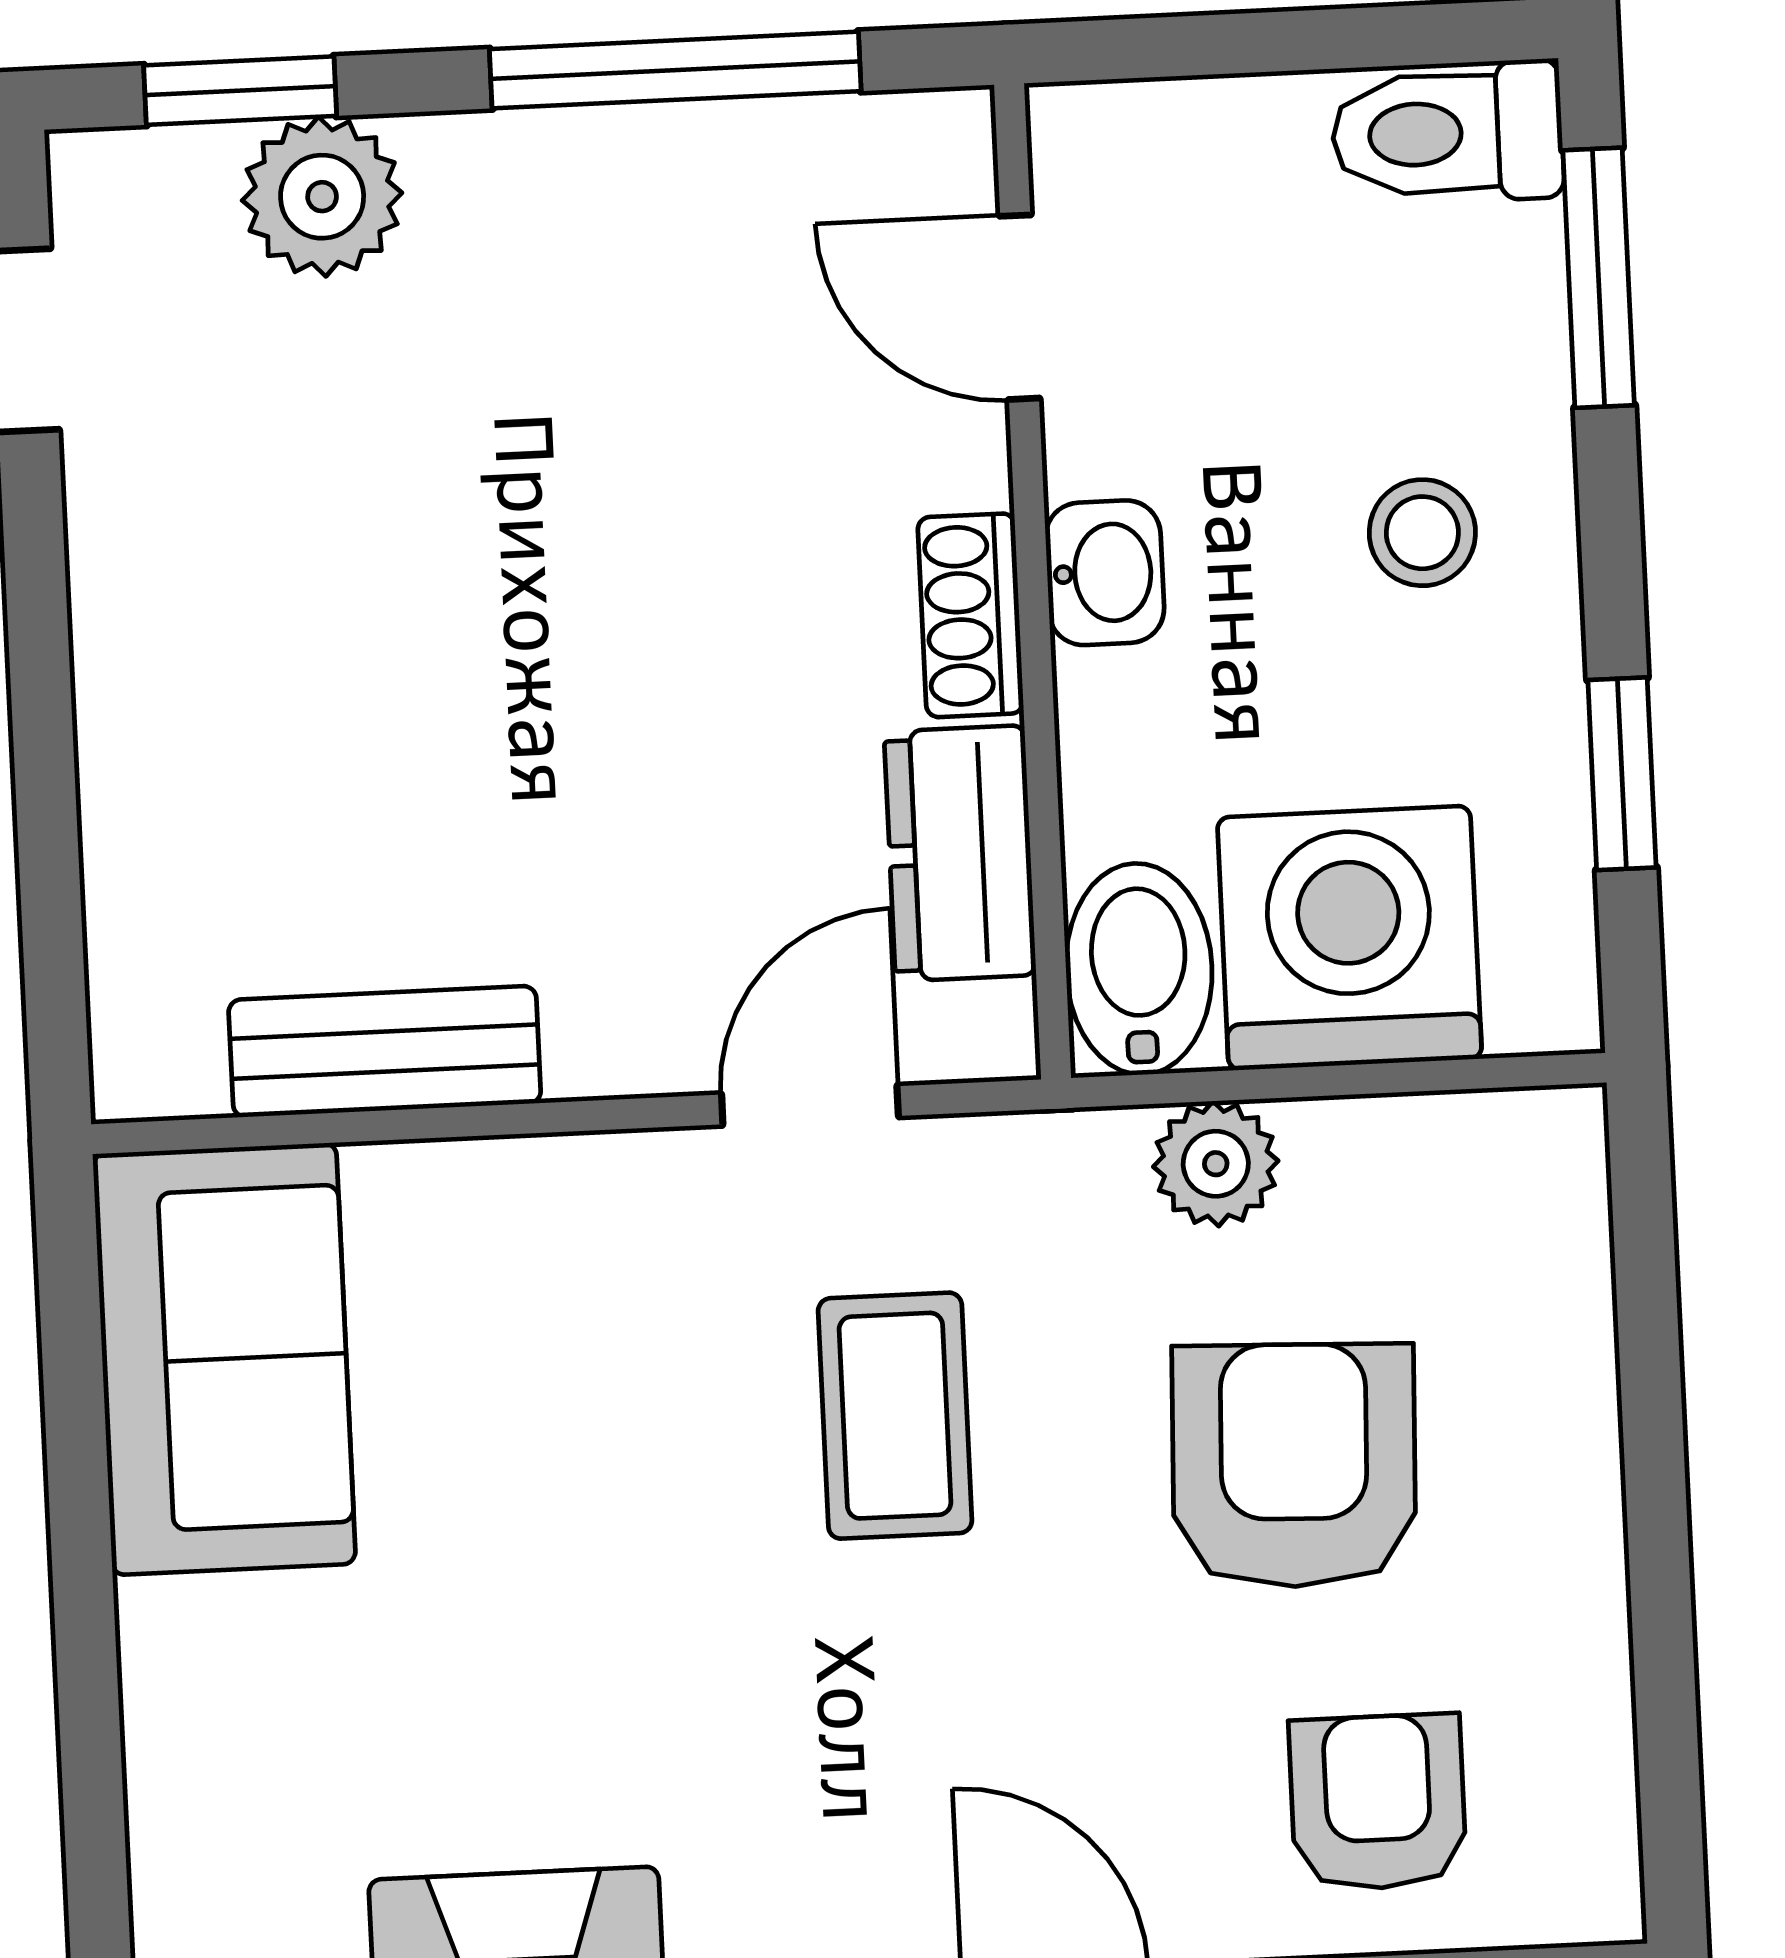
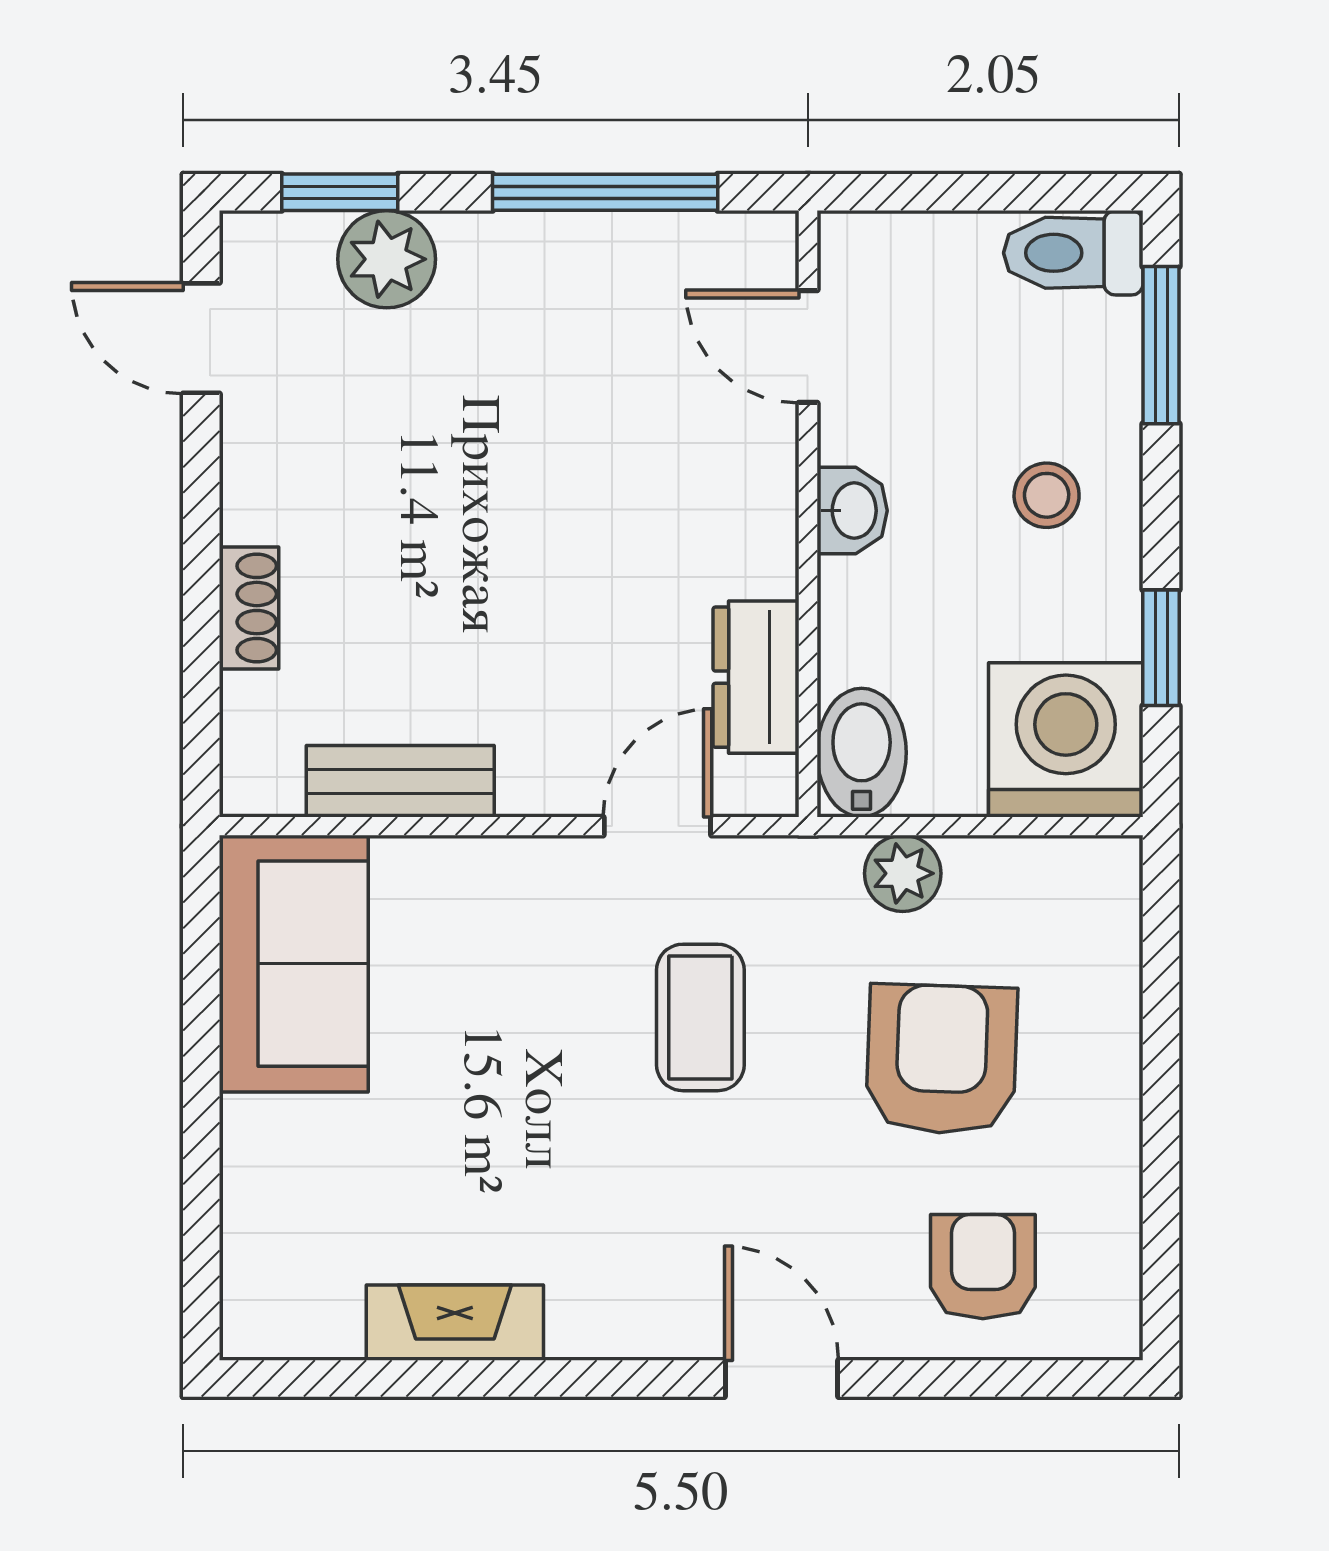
shoe rack: (971, 615) -> (249, 608), moved, turned 180
washing machine: (1349, 938) -> (1066, 740), moved

